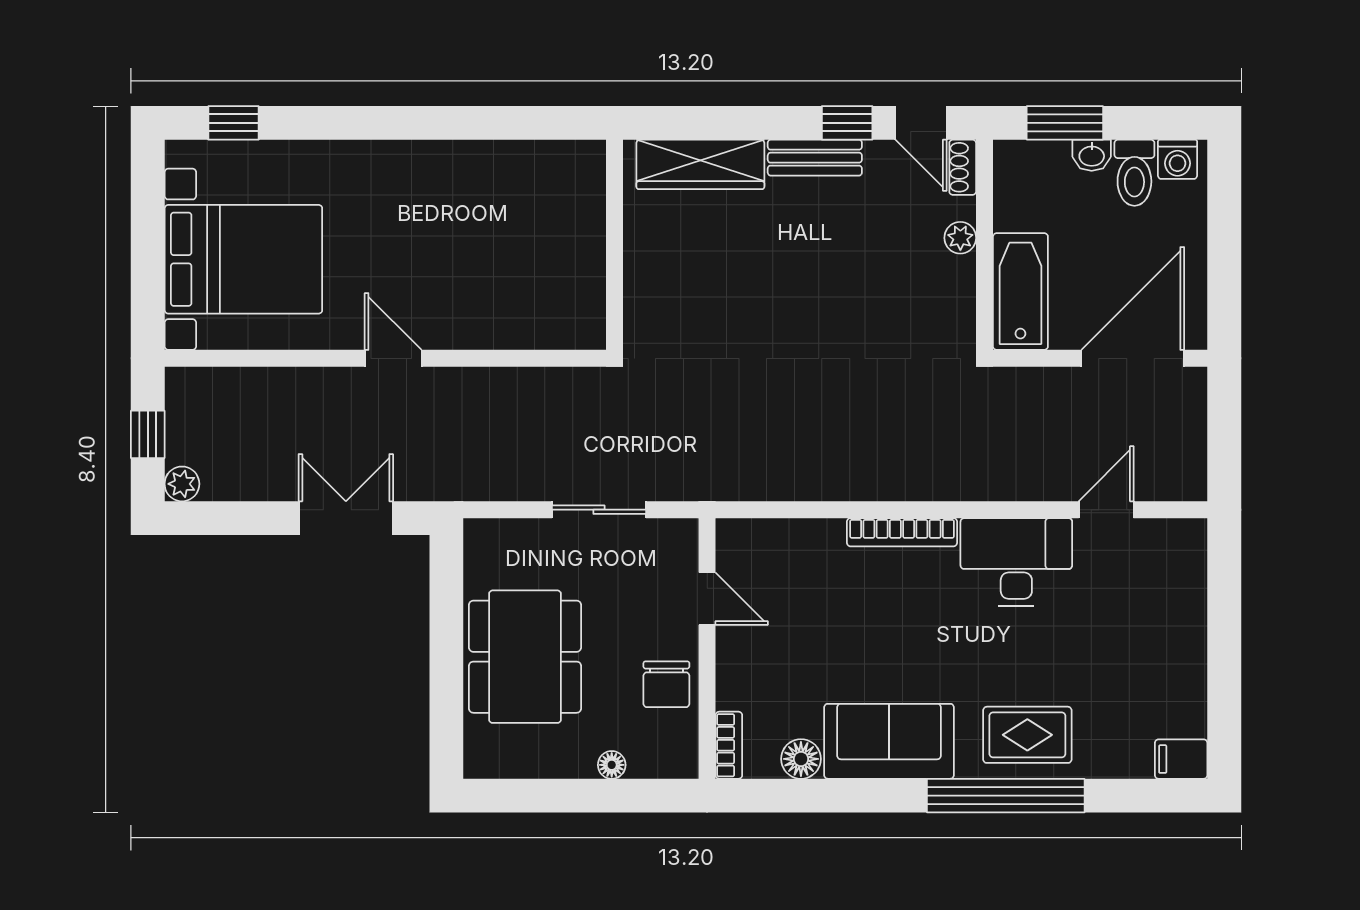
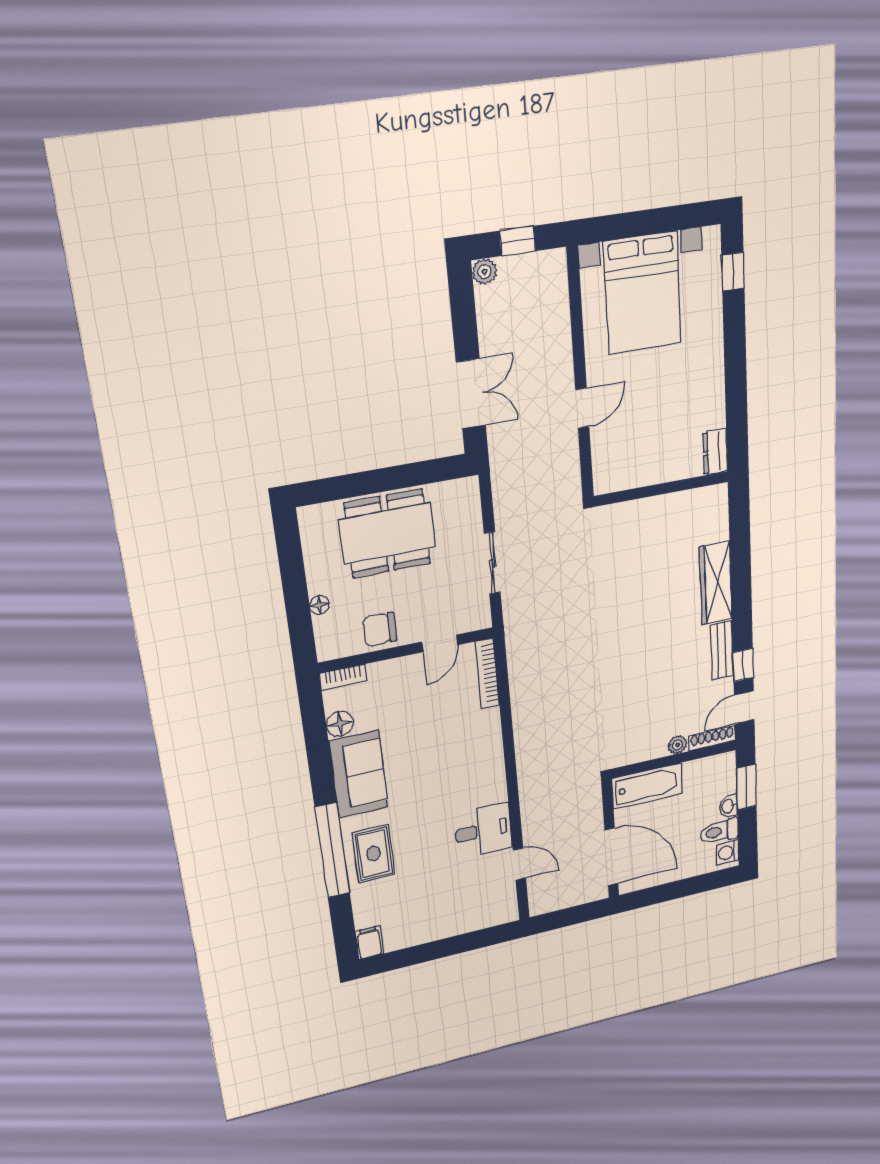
dresser: (493, 158) -> (715, 452), added
shoe rack: (963, 167) -> (712, 738), width x1.43
wall: (615, 245) -> (662, 489), moved
bookcase: (902, 532) -> (487, 674), moved
desk: (1016, 562) -> (483, 830), width x0.73

